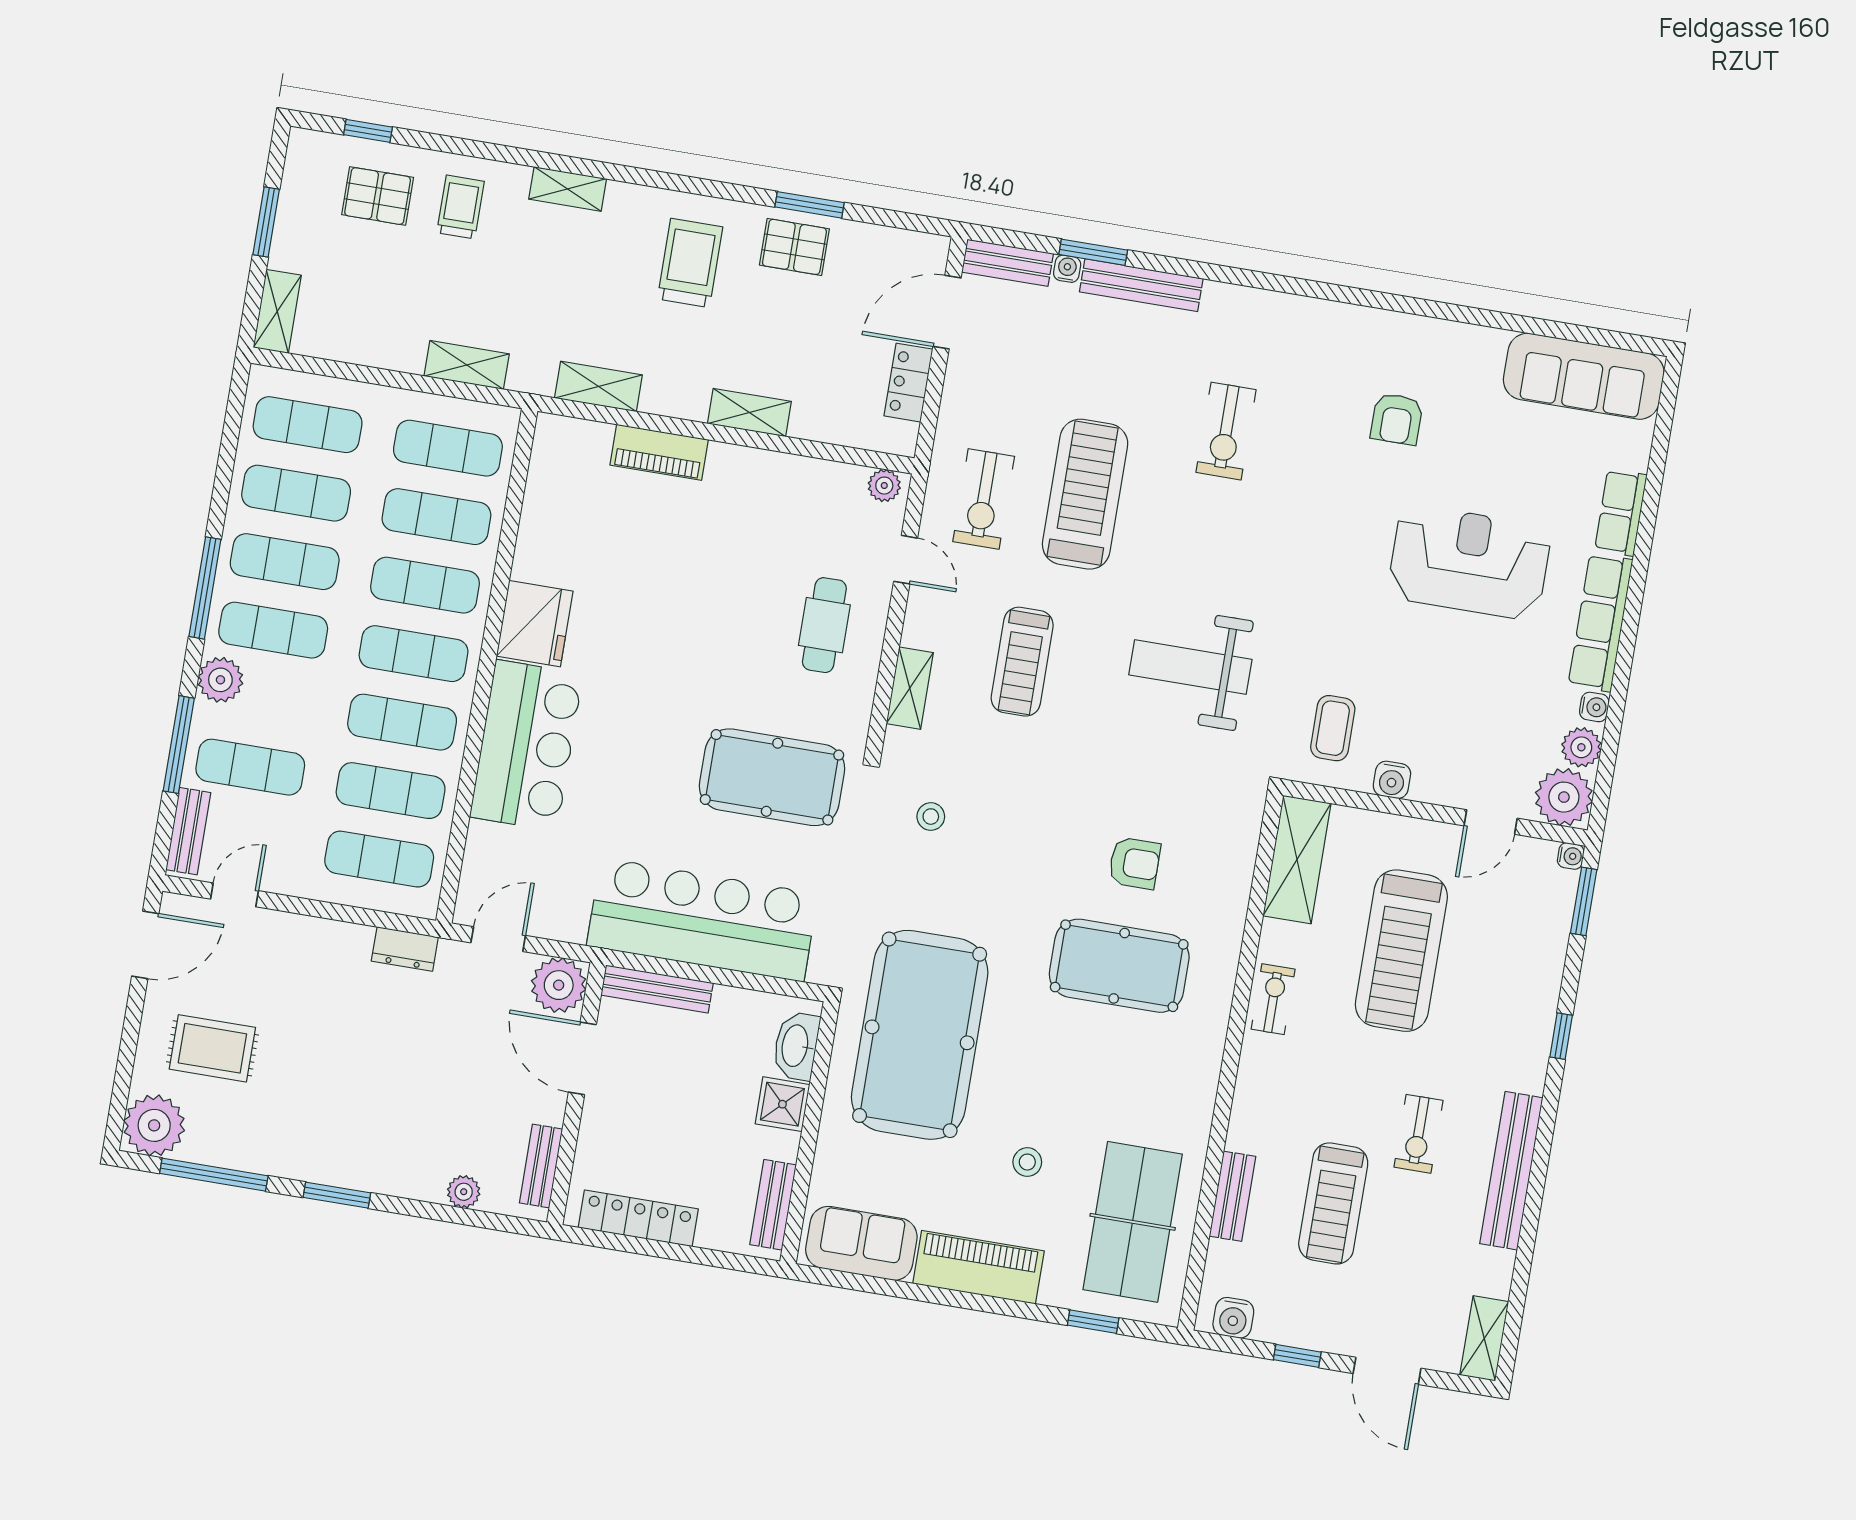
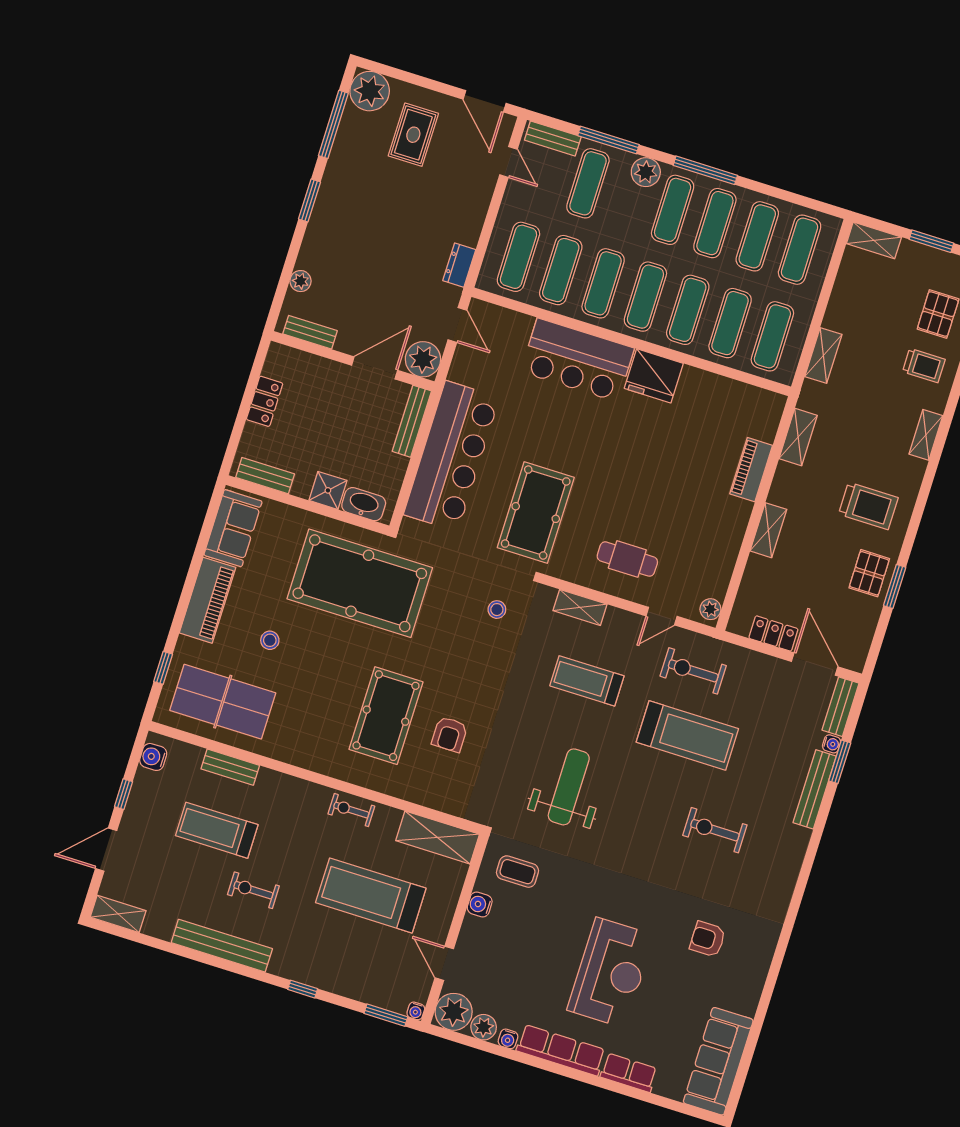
exercise bike: (1273, 999) -> (351, 810), turned 180
locker: (638, 1218) -> (265, 401), width x0.66

